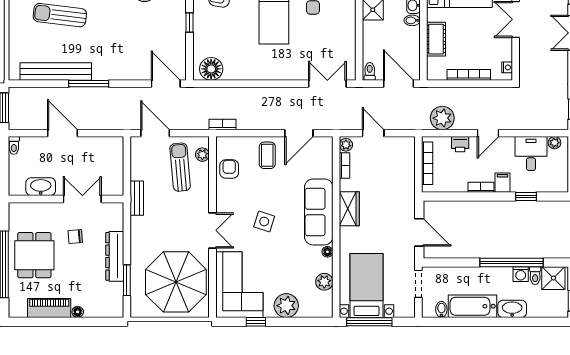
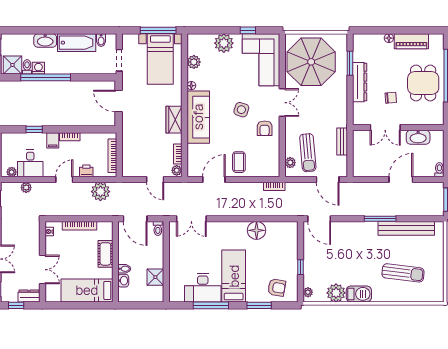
floor lamp: (211, 69) -> (257, 230), moved
plant: (536, 123) -> (26, 188), added
door: (62, 133) -> (401, 180), swing flipped
armchair: (229, 169) -> (265, 128), moved
bench: (137, 198) -> (342, 142), moved
double door: (213, 230) -> (282, 103), swing flipped

